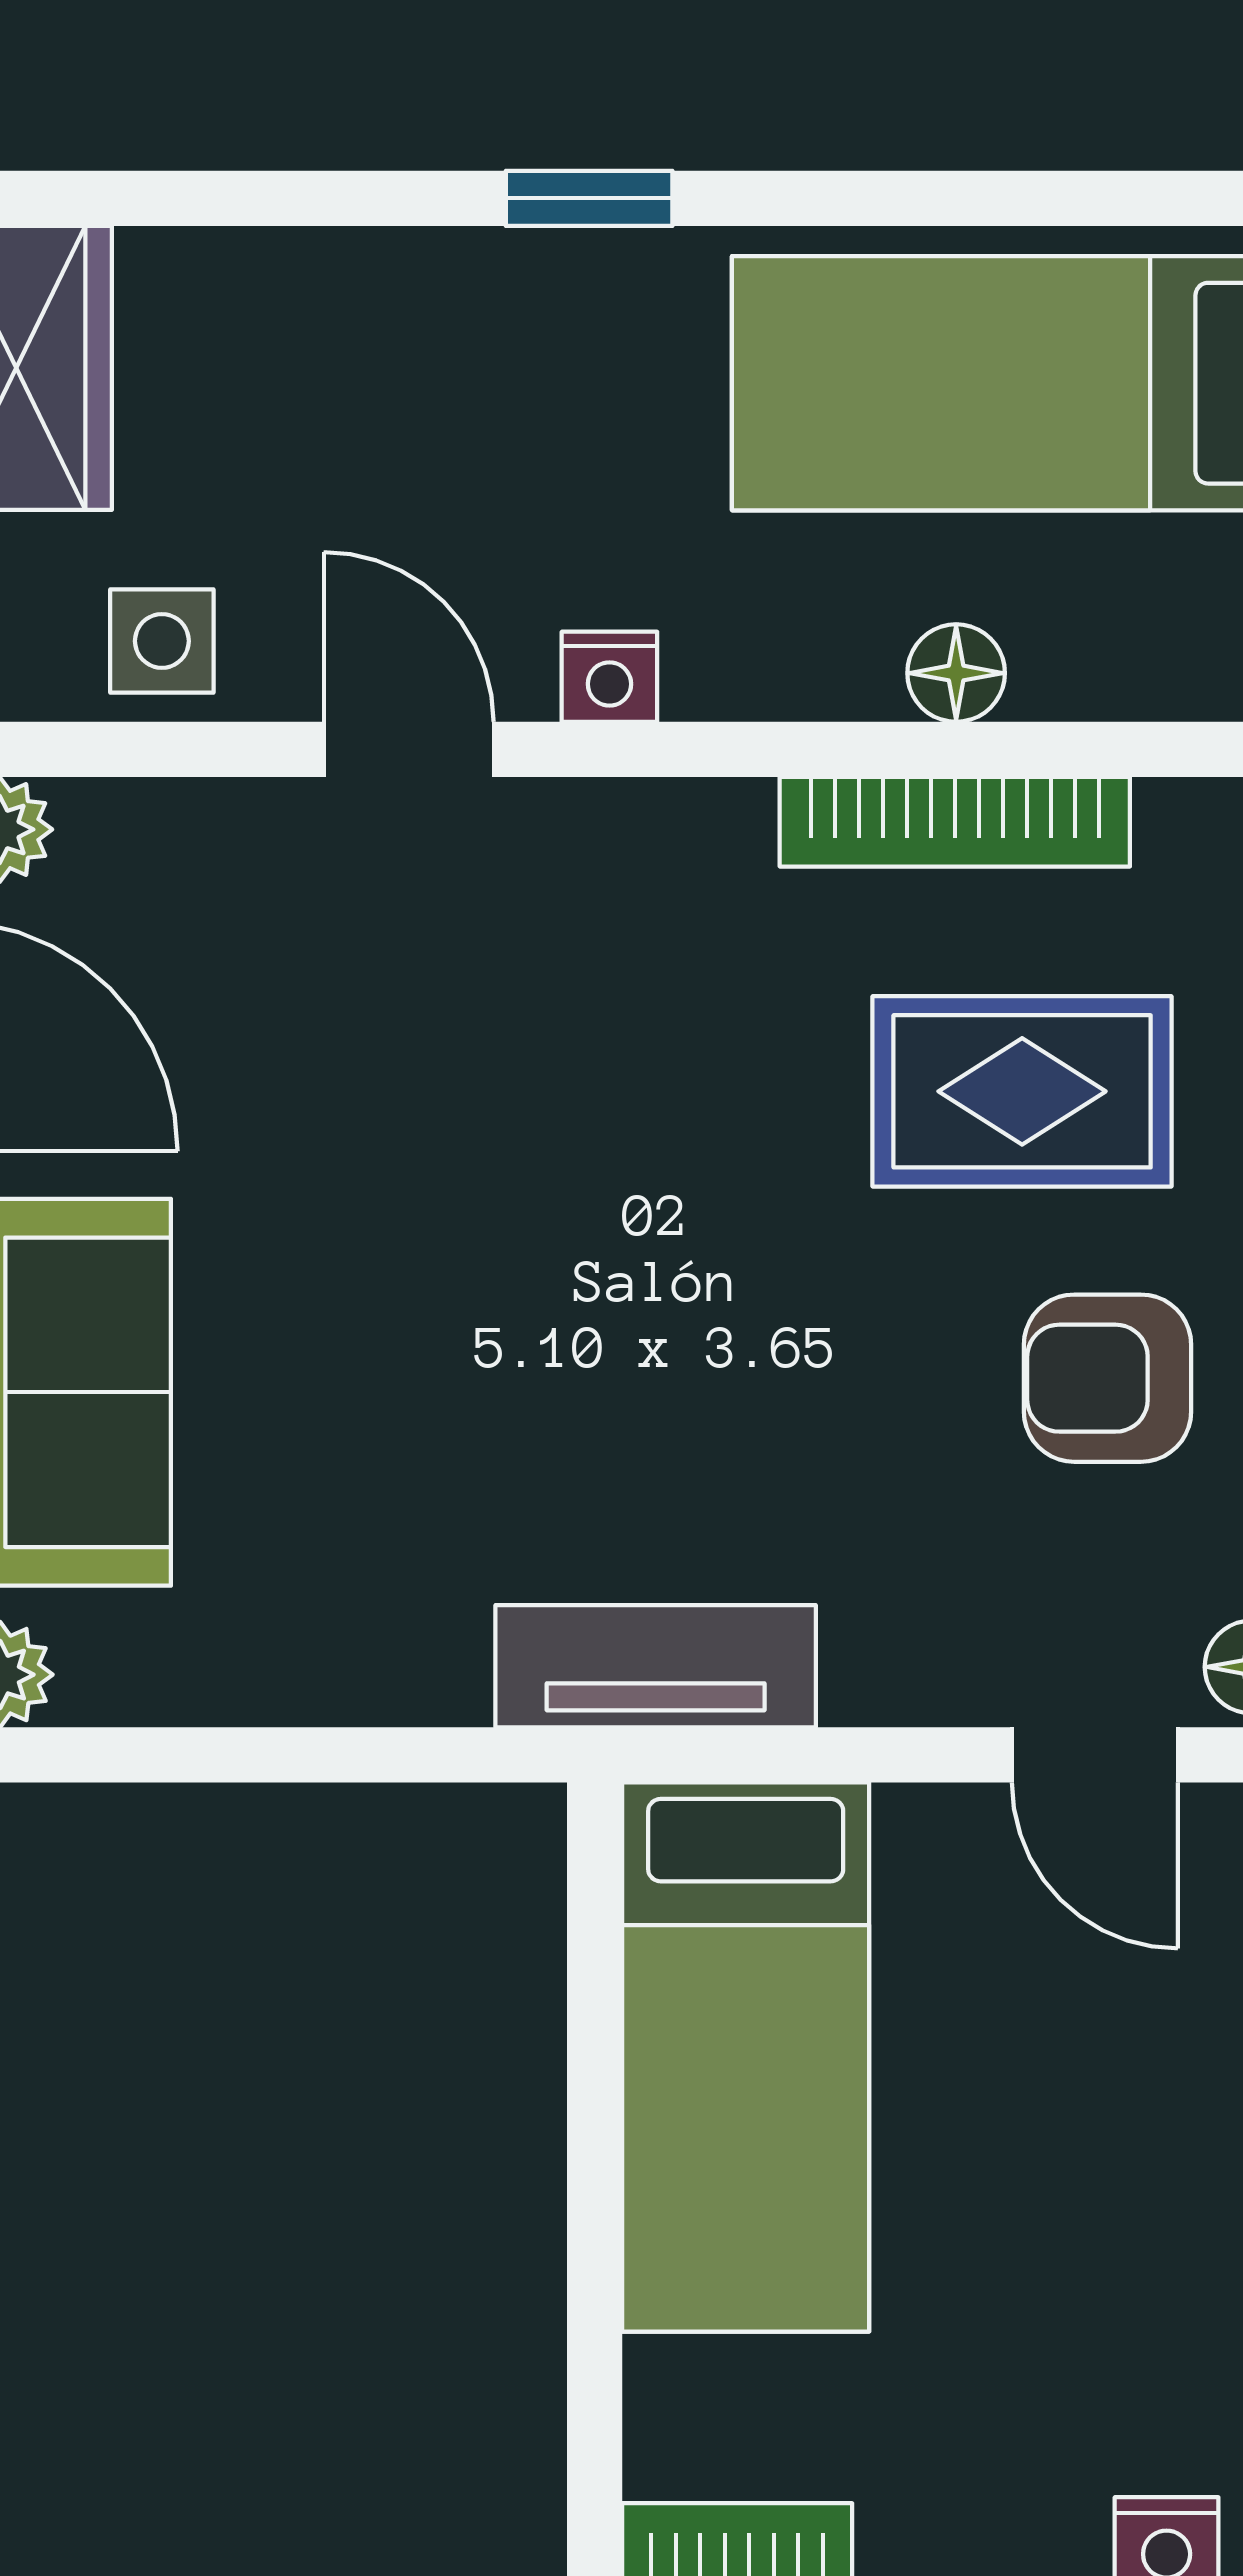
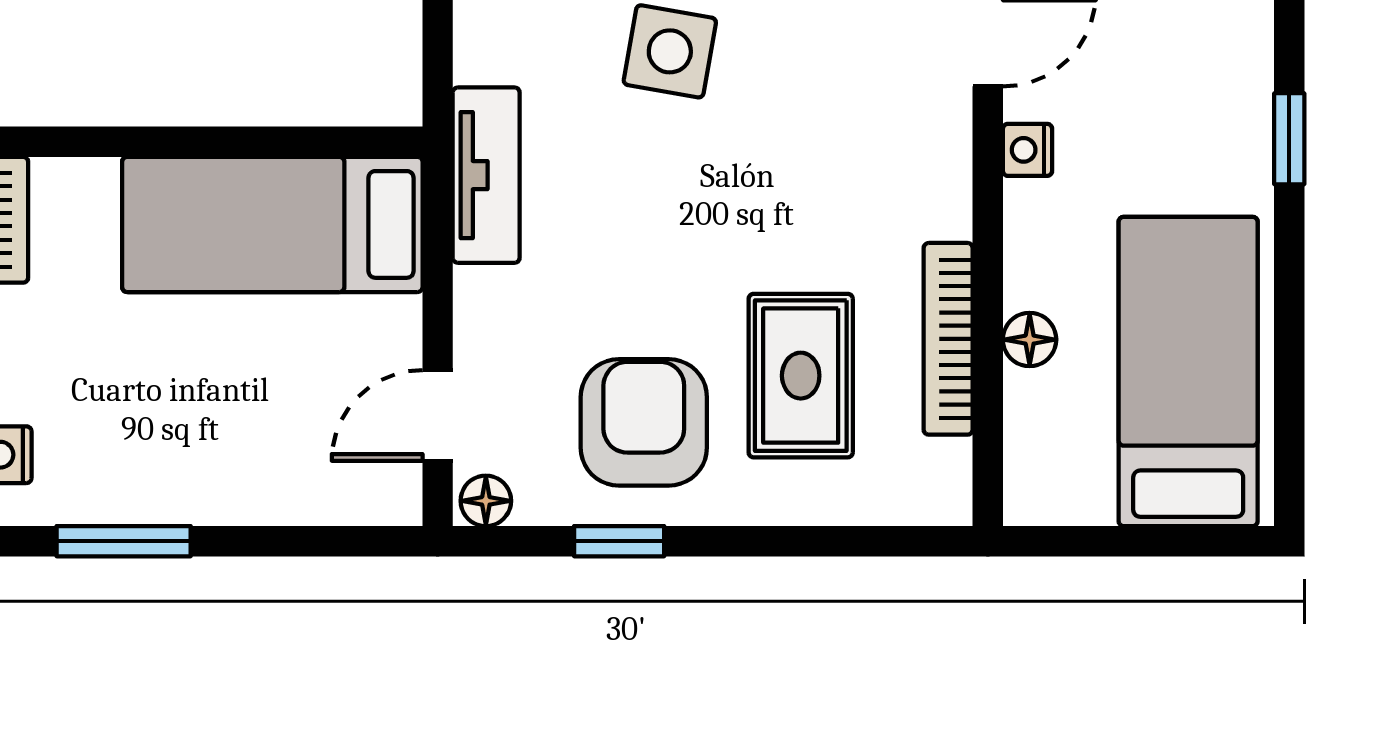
side table: (429, 1331) -> (670, 51), added
armchair: (1108, 1378) -> (644, 422), width x1.38, depth x1.38

